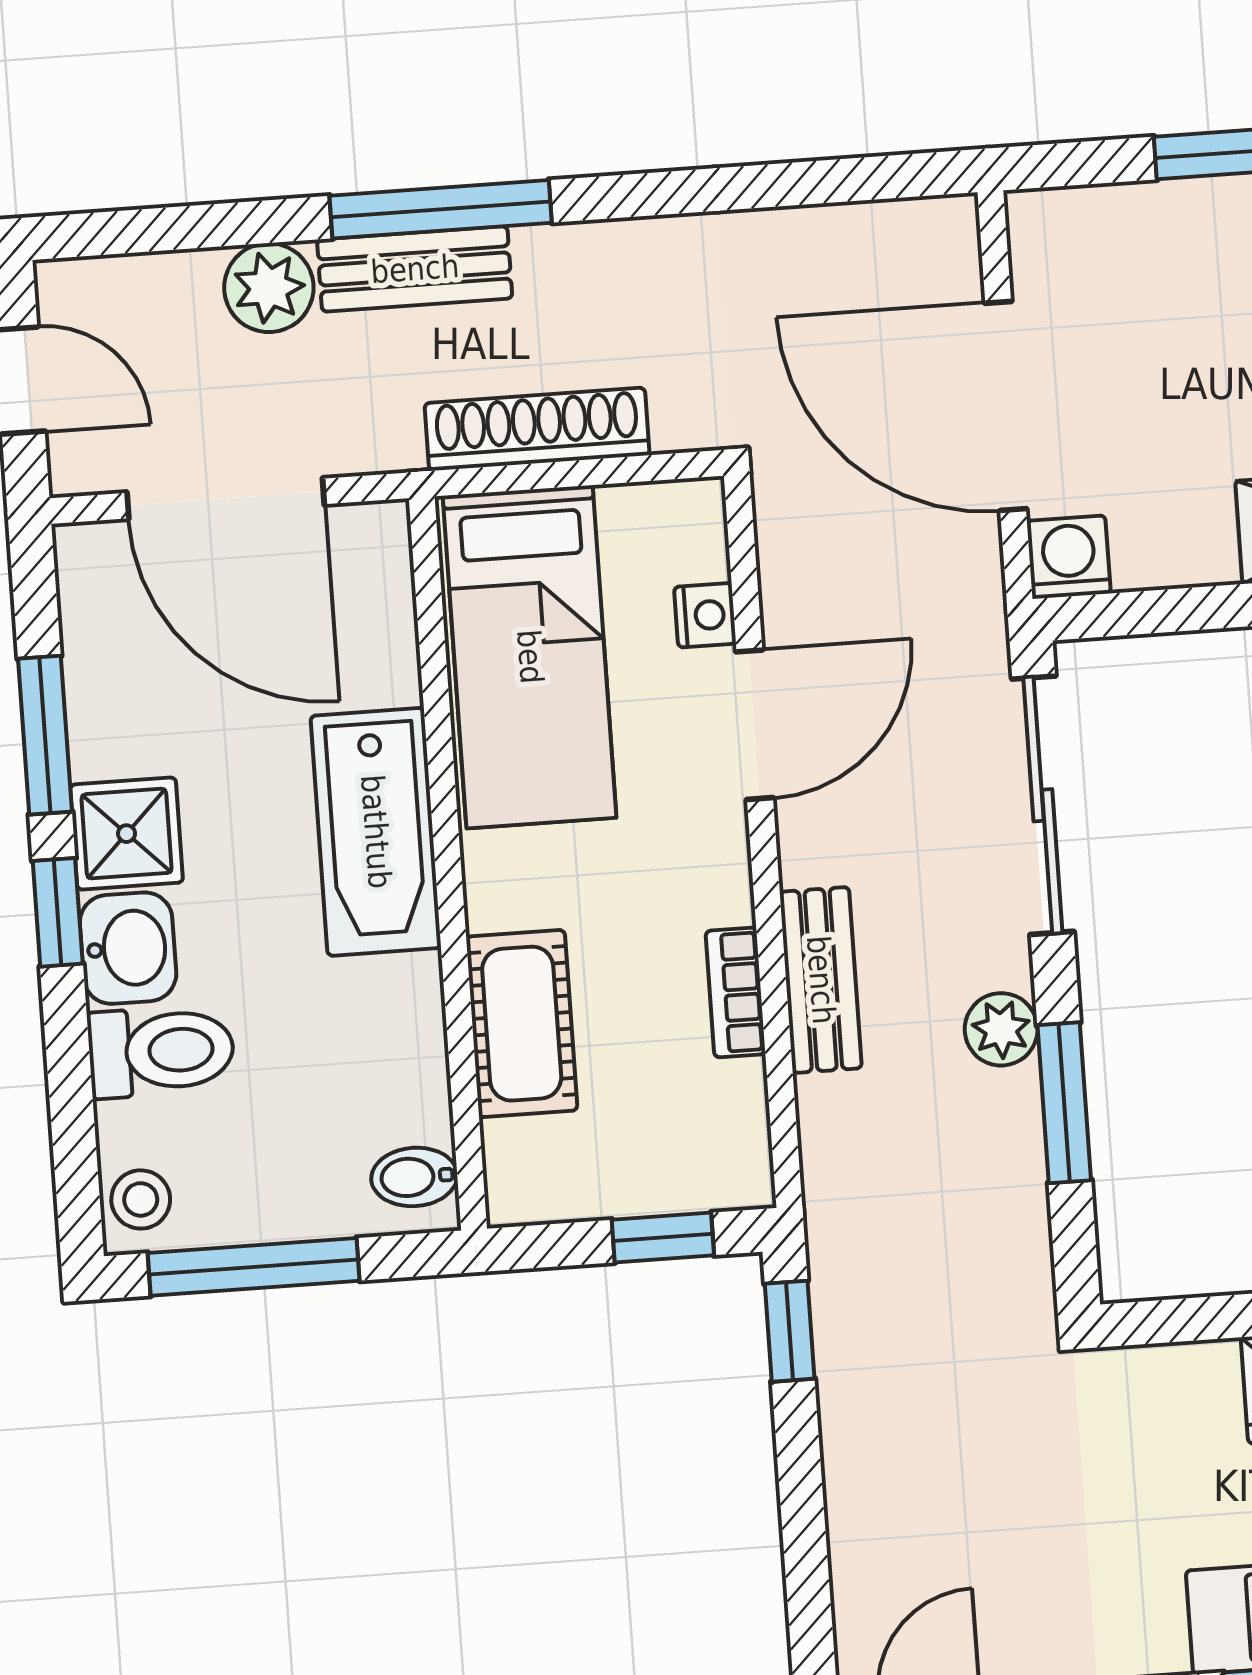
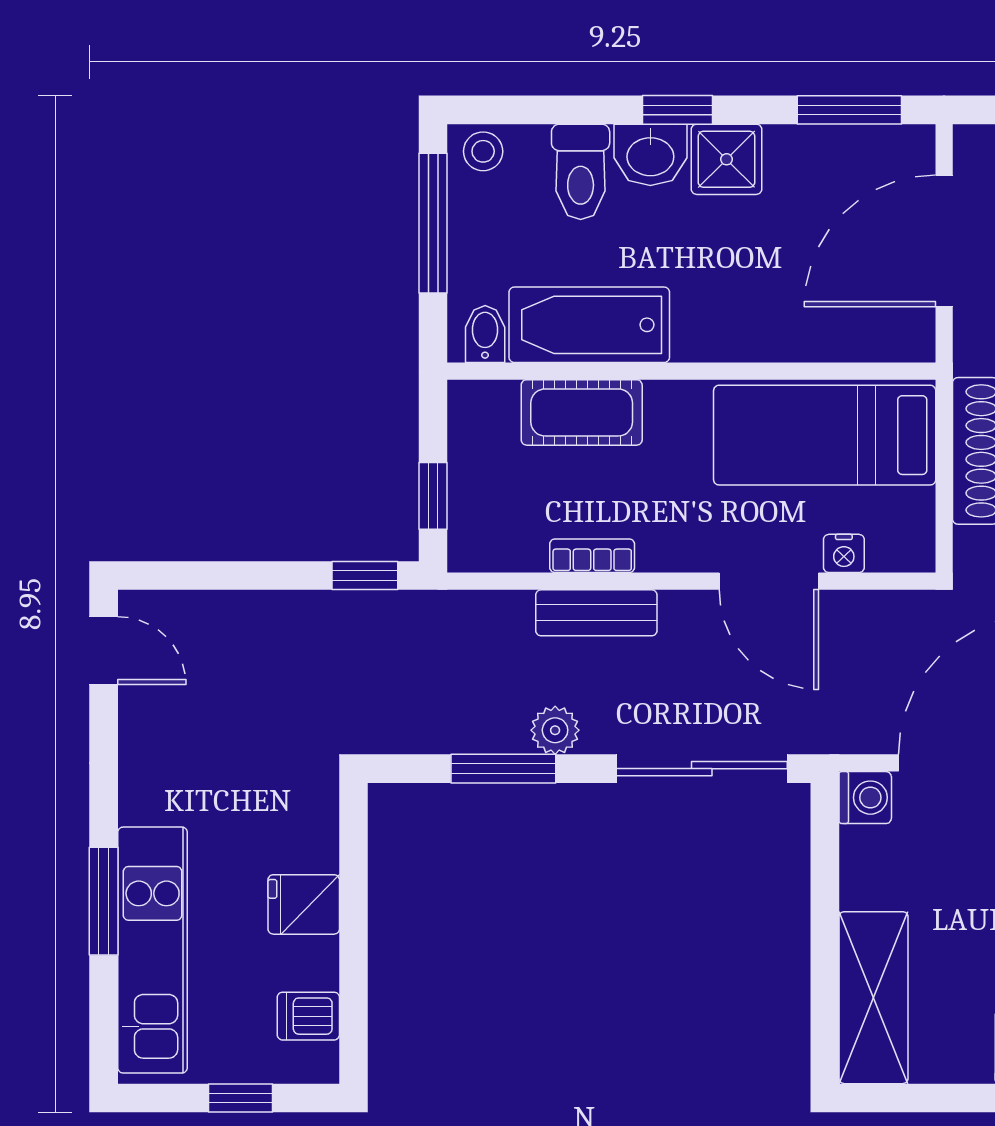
window: (45, 735) -> (849, 110), moved
bathtub: (376, 832) -> (589, 325), moved

